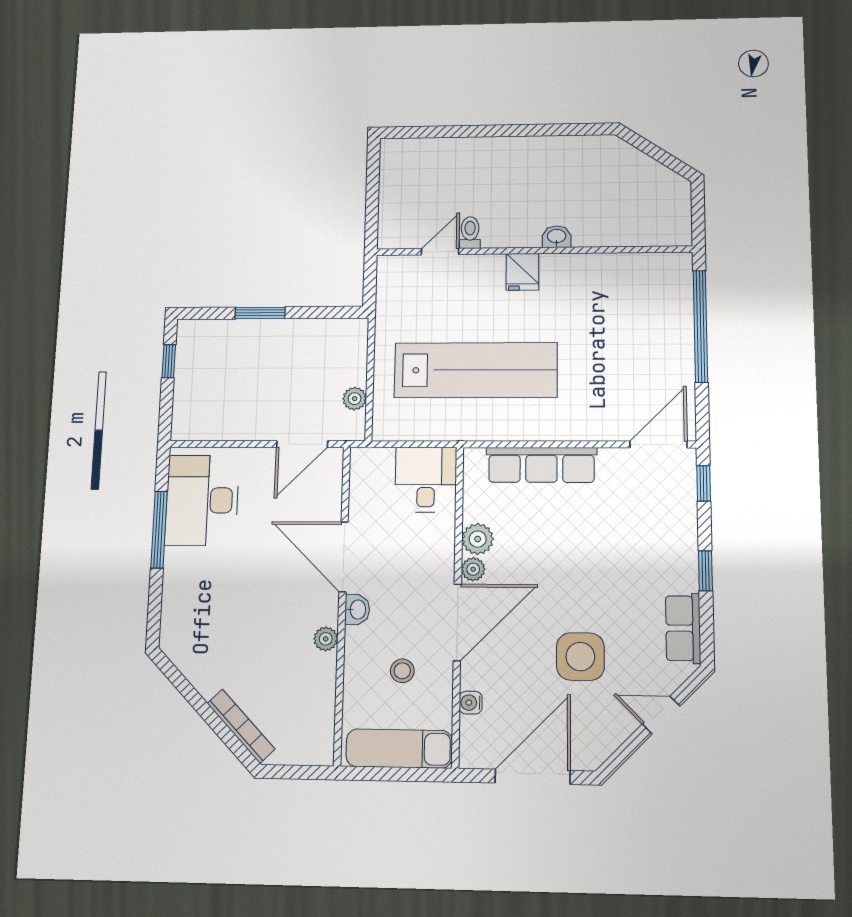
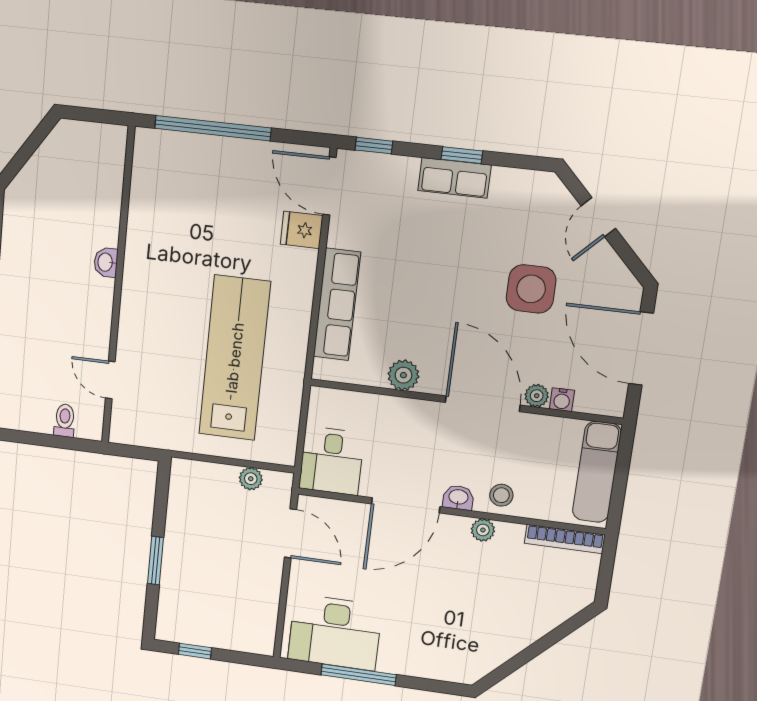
toilet: (470, 233) -> (65, 420), moved, turned 90
fridge: (522, 272) -> (302, 230), moved, turned 180
desk: (426, 480) -> (332, 461), moved, turned -90
plant: (473, 569) -> (537, 396), moved
row of seats: (683, 628) -> (455, 178), moved
stool: (402, 671) -> (501, 495), moved
bookcase: (241, 726) -> (565, 539), moved, turned -136

